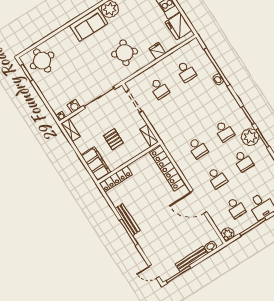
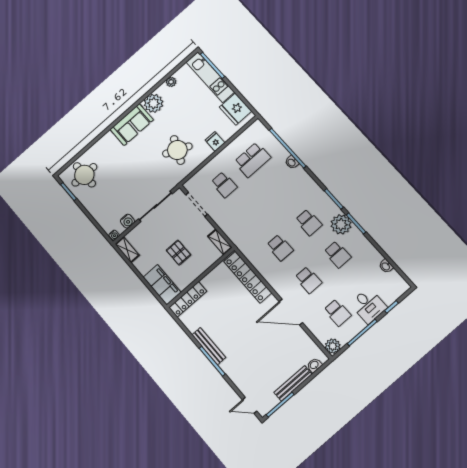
school desk: (186, 72) -> (252, 160), width x1.85

